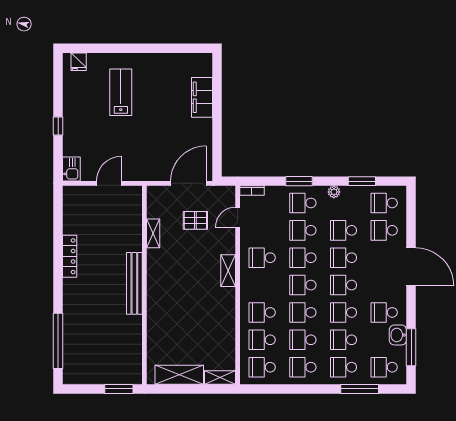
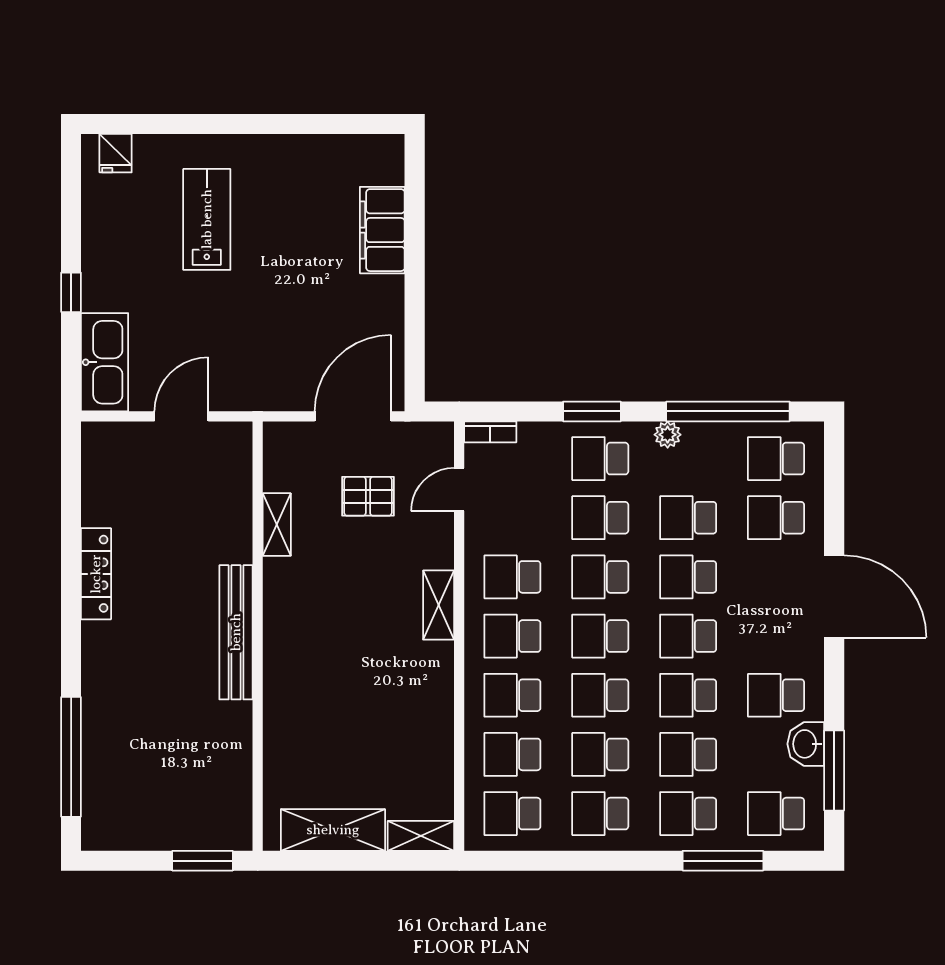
kitchen sink: (71, 169) -> (105, 362), width x1.88, depth x1.24
window: (362, 181) -> (728, 411), width x2.11
school desk: (262, 285) -> (512, 636), added

